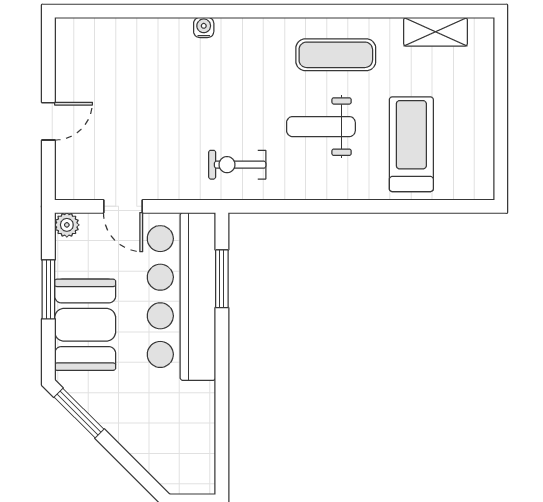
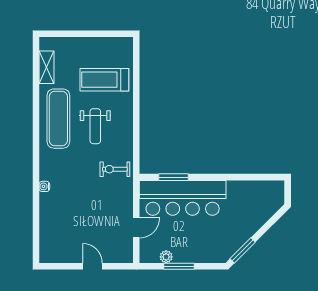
exercise mat: (336, 55) -> (58, 119), width x1.36, depth x1.45
exercise bike: (237, 165) -> (115, 169), turned 90
plant: (67, 225) -> (166, 257), moved
booth: (85, 325) -> (197, 247), removed

